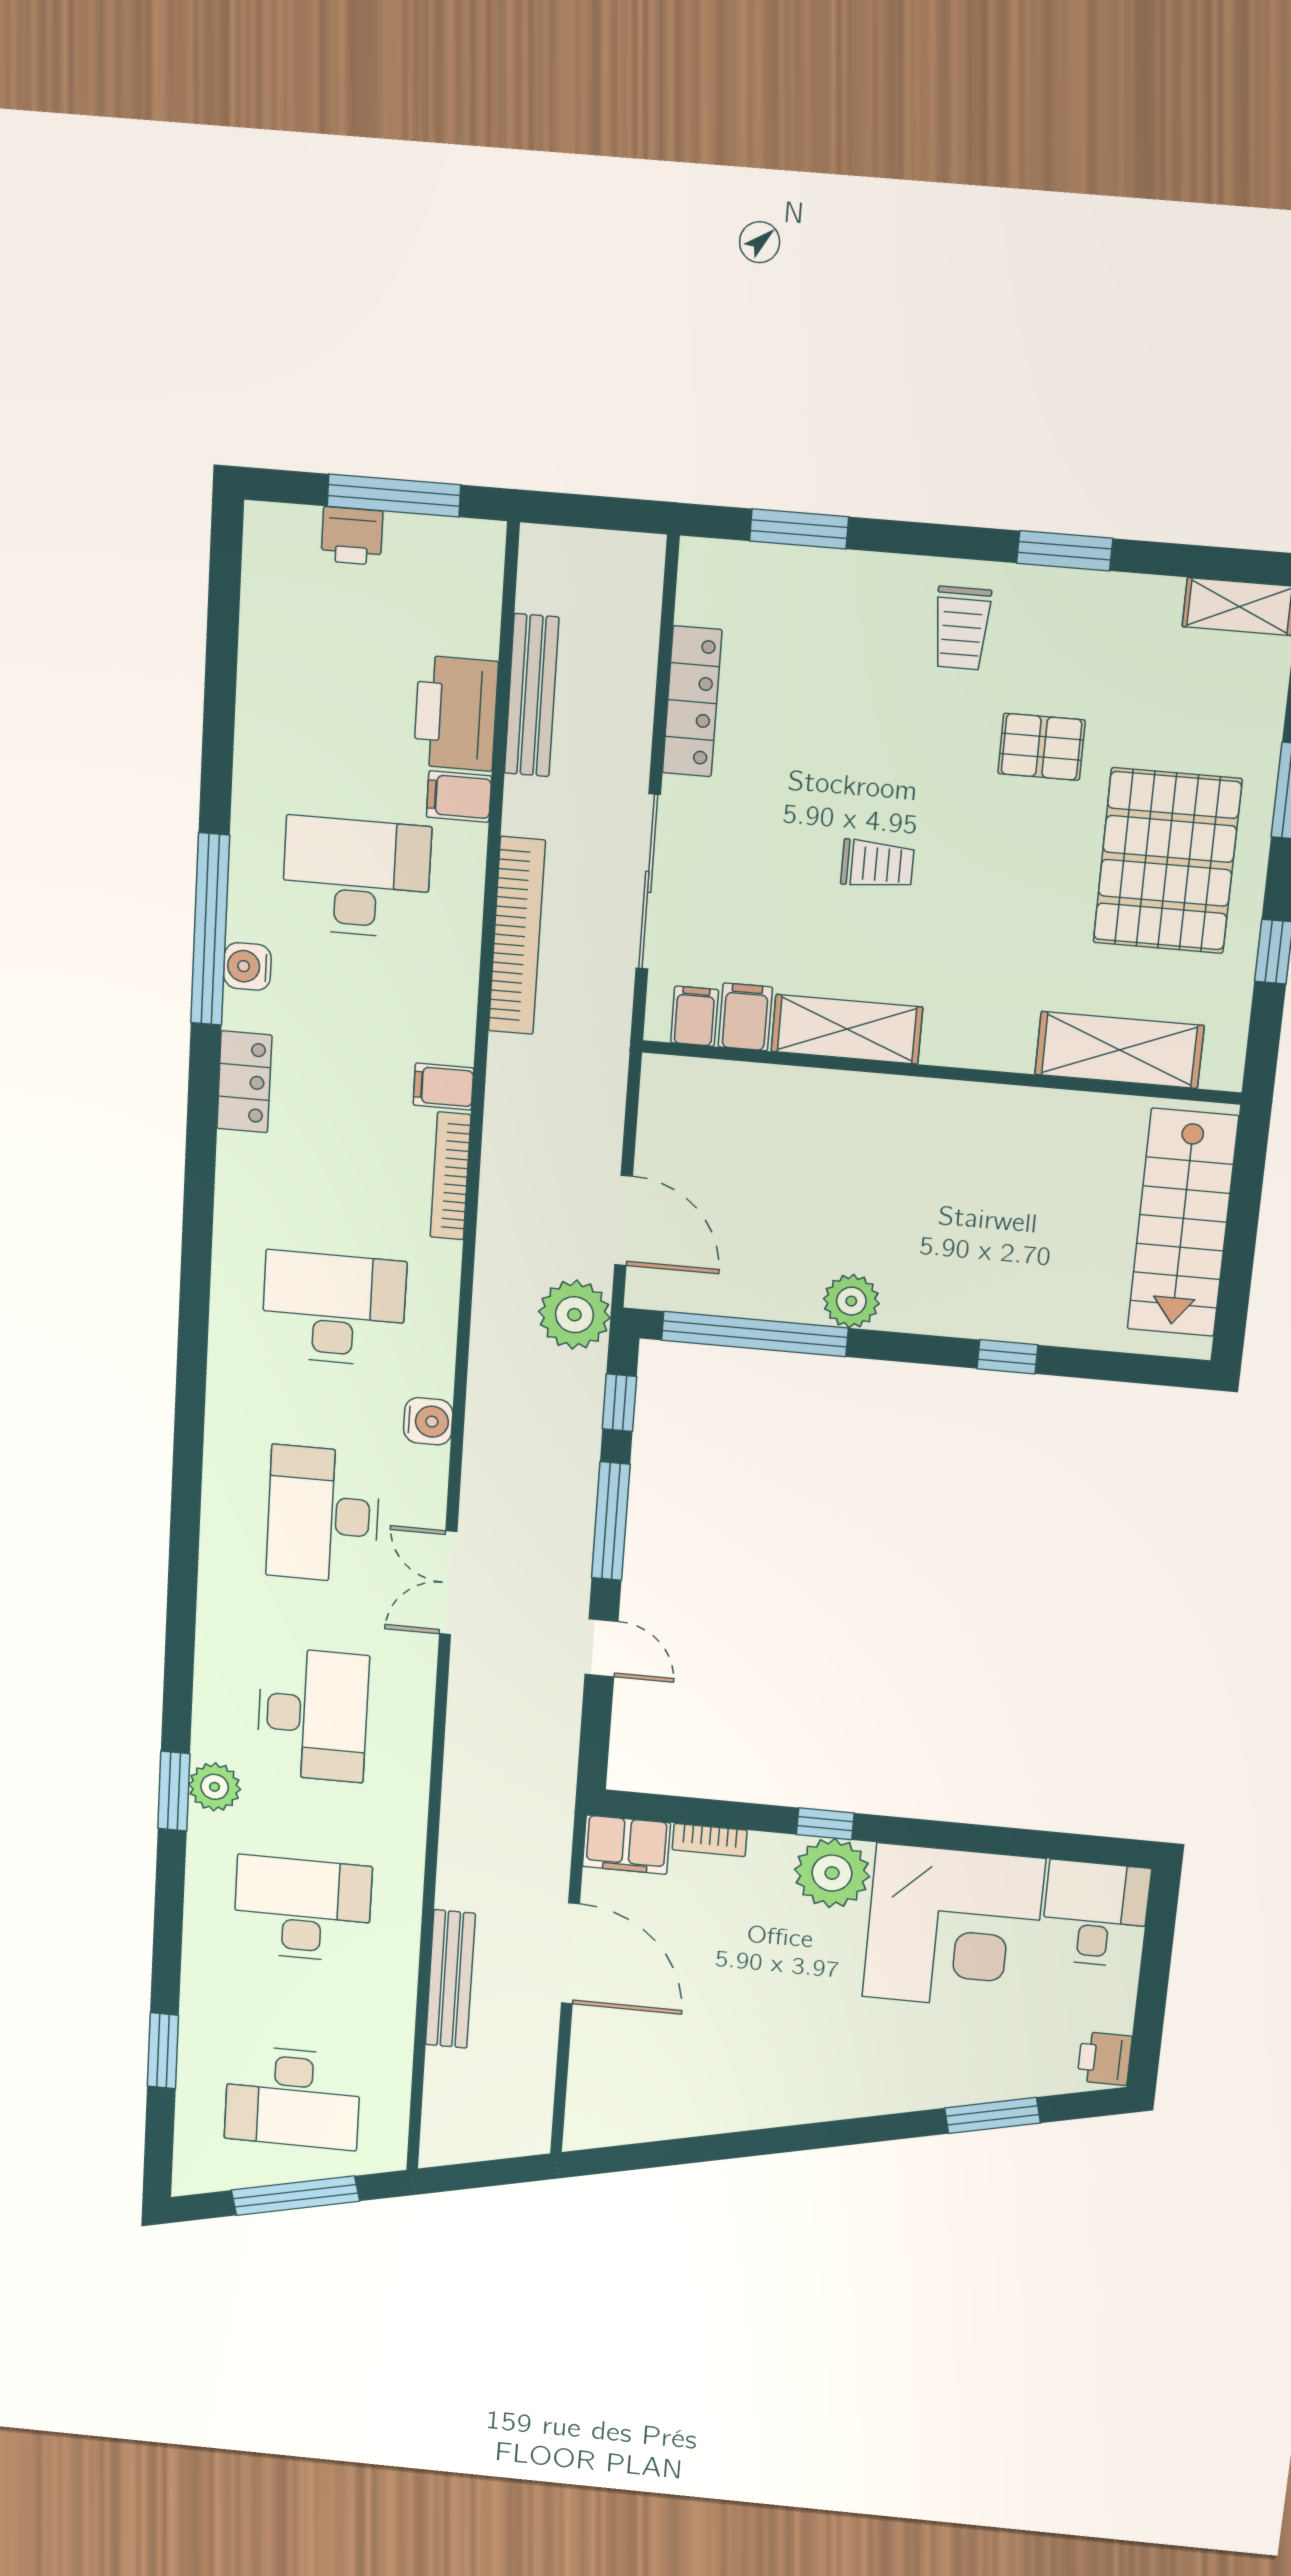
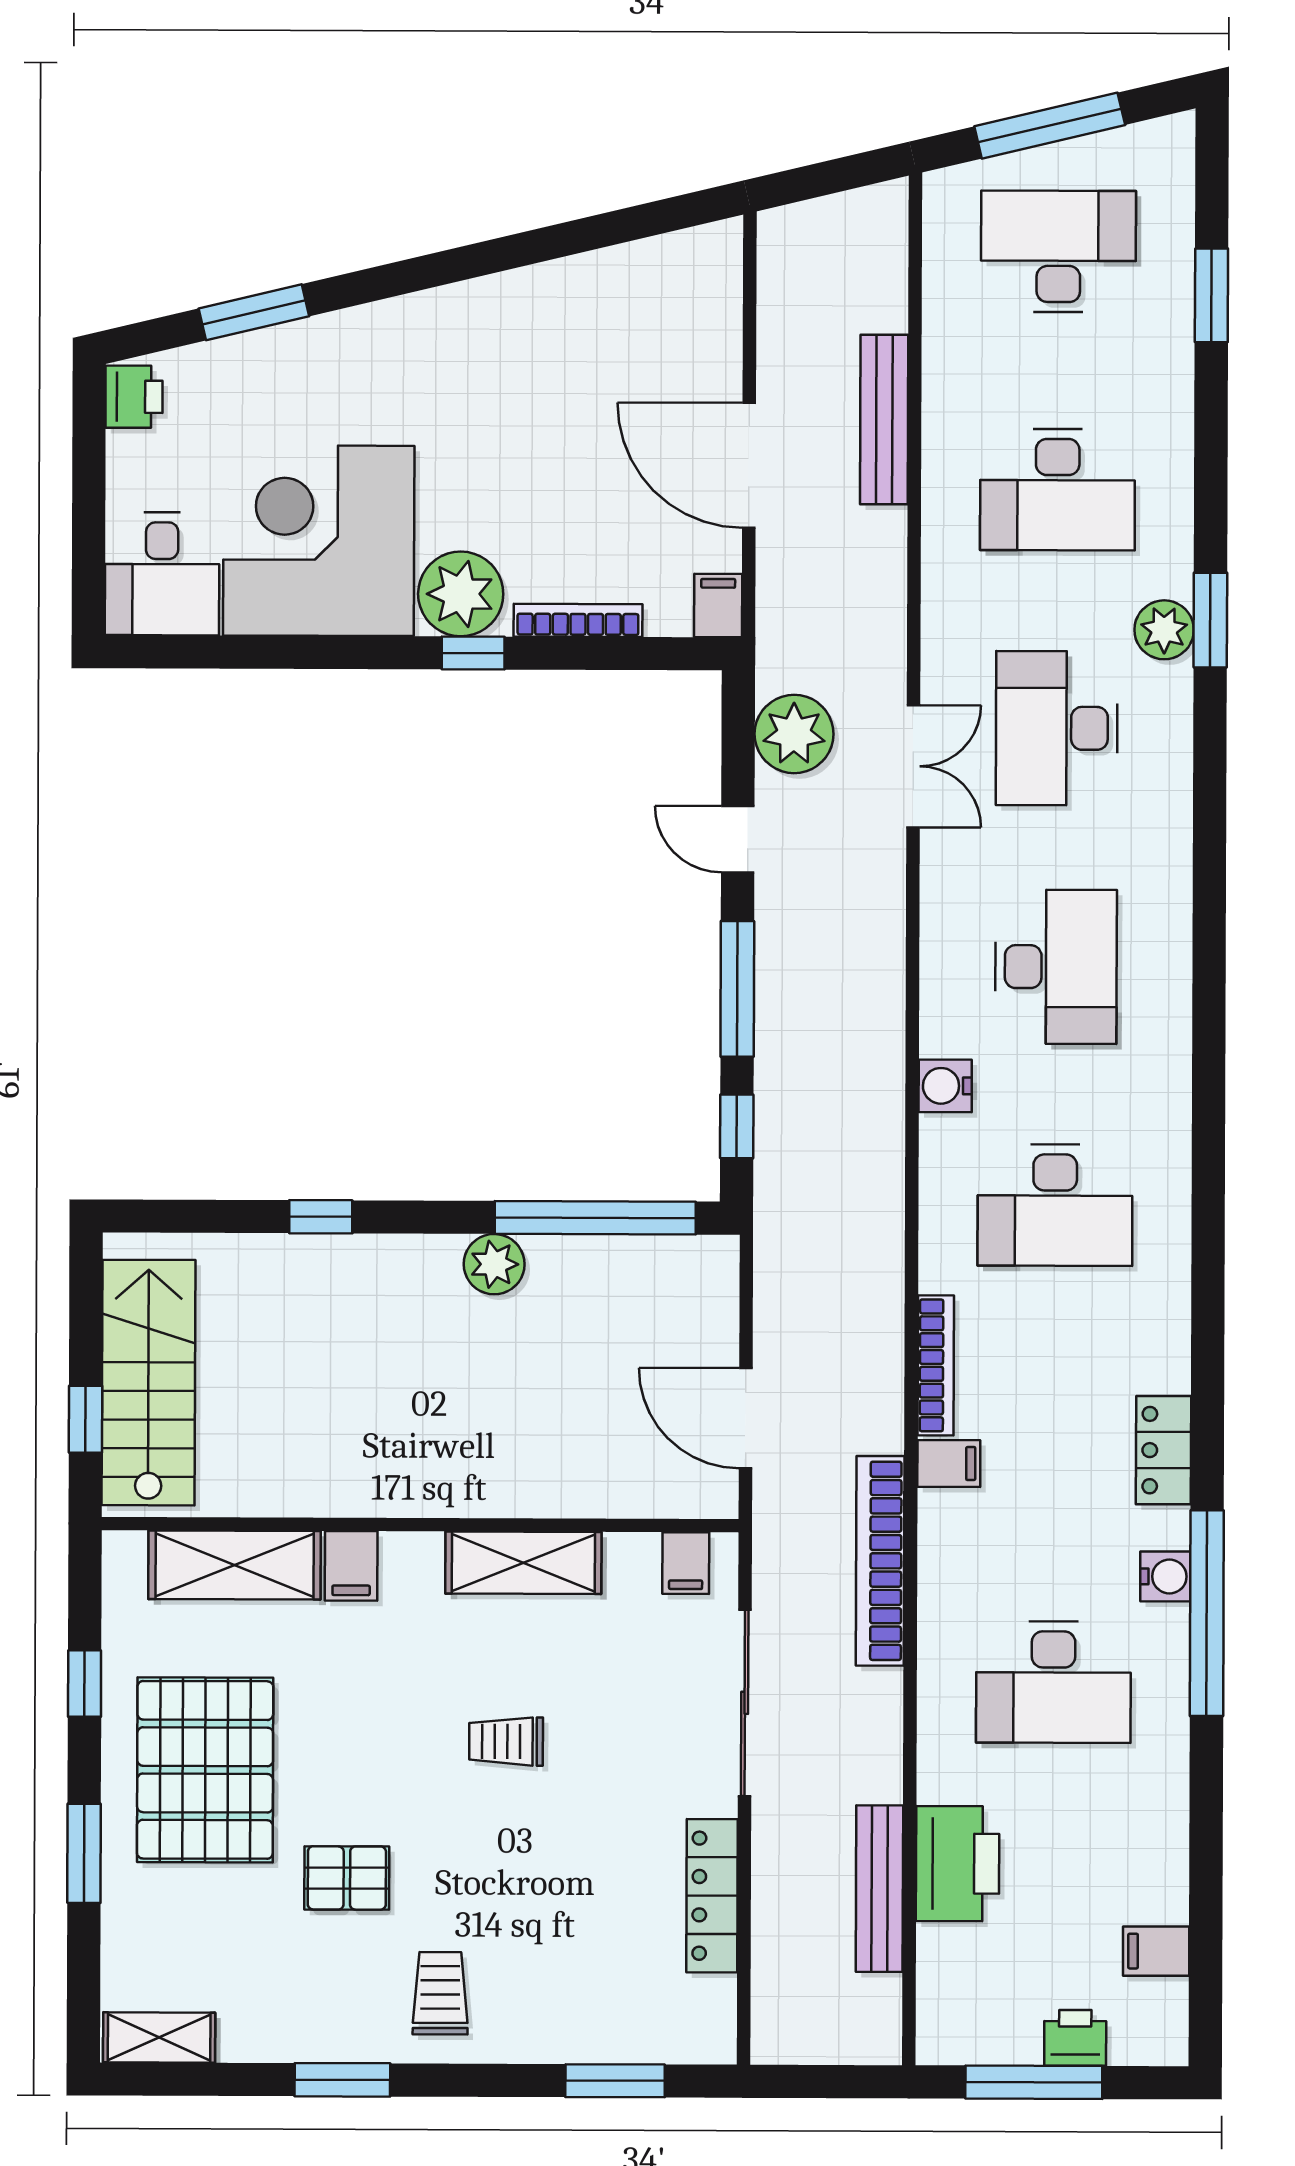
filing cabinet: (459, 796) -> (1156, 1951), moved, turned 180
bookcase: (517, 936) -> (880, 1561), moved
filing cabinet: (745, 1017) -> (351, 1566), moved
window: (1245, 1195) -> (86, 1419), added
door: (624, 1220) -> (746, 1418), moved
plant: (574, 1315) -> (794, 734), moved
double door: (448, 1583) -> (913, 766), moved
bookcase: (710, 1840) -> (578, 620), width x1.56
filing cabinet: (626, 1845) -> (718, 606), width x0.50

